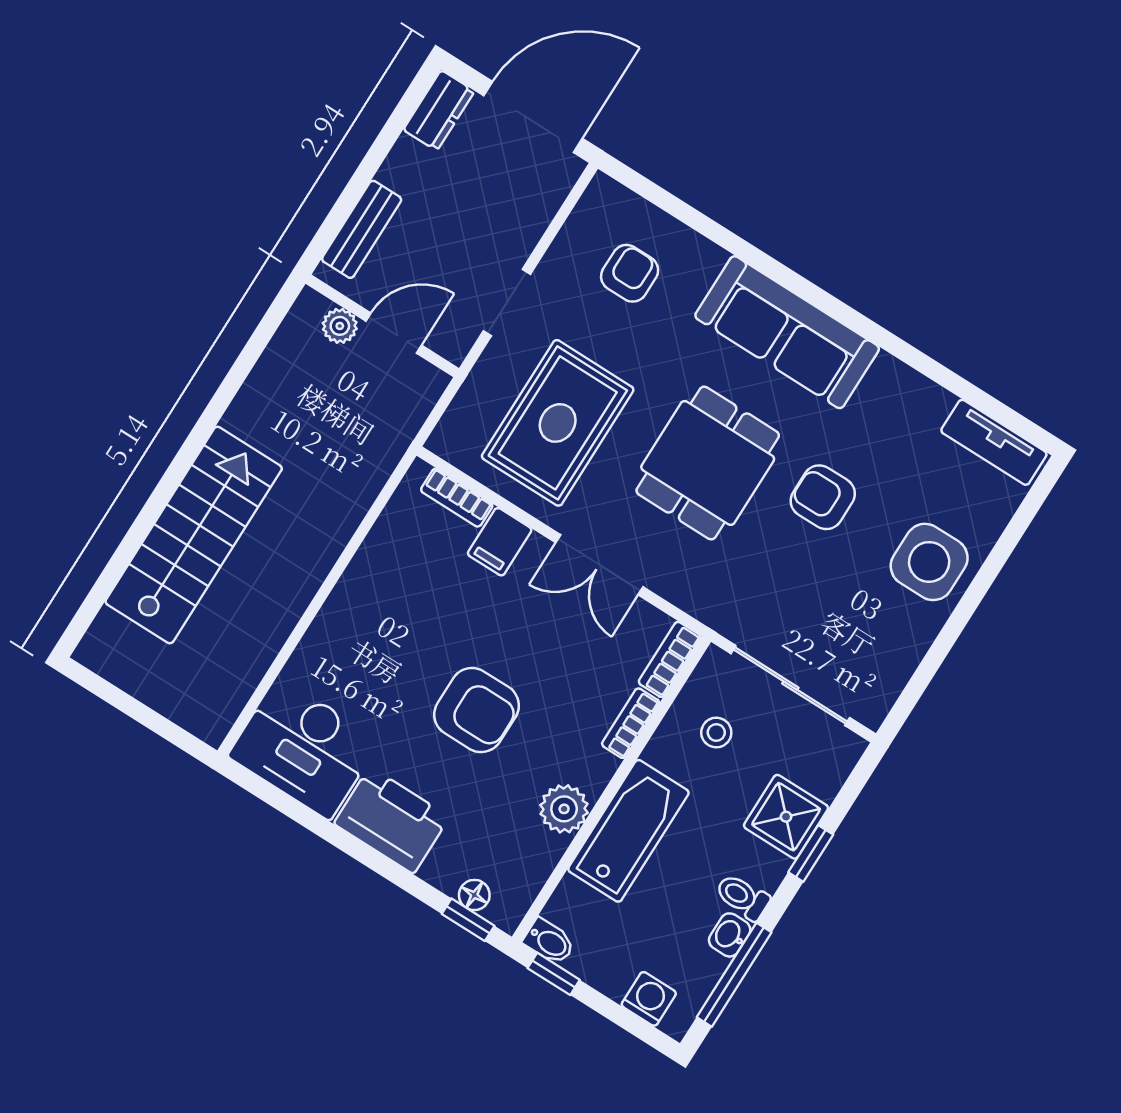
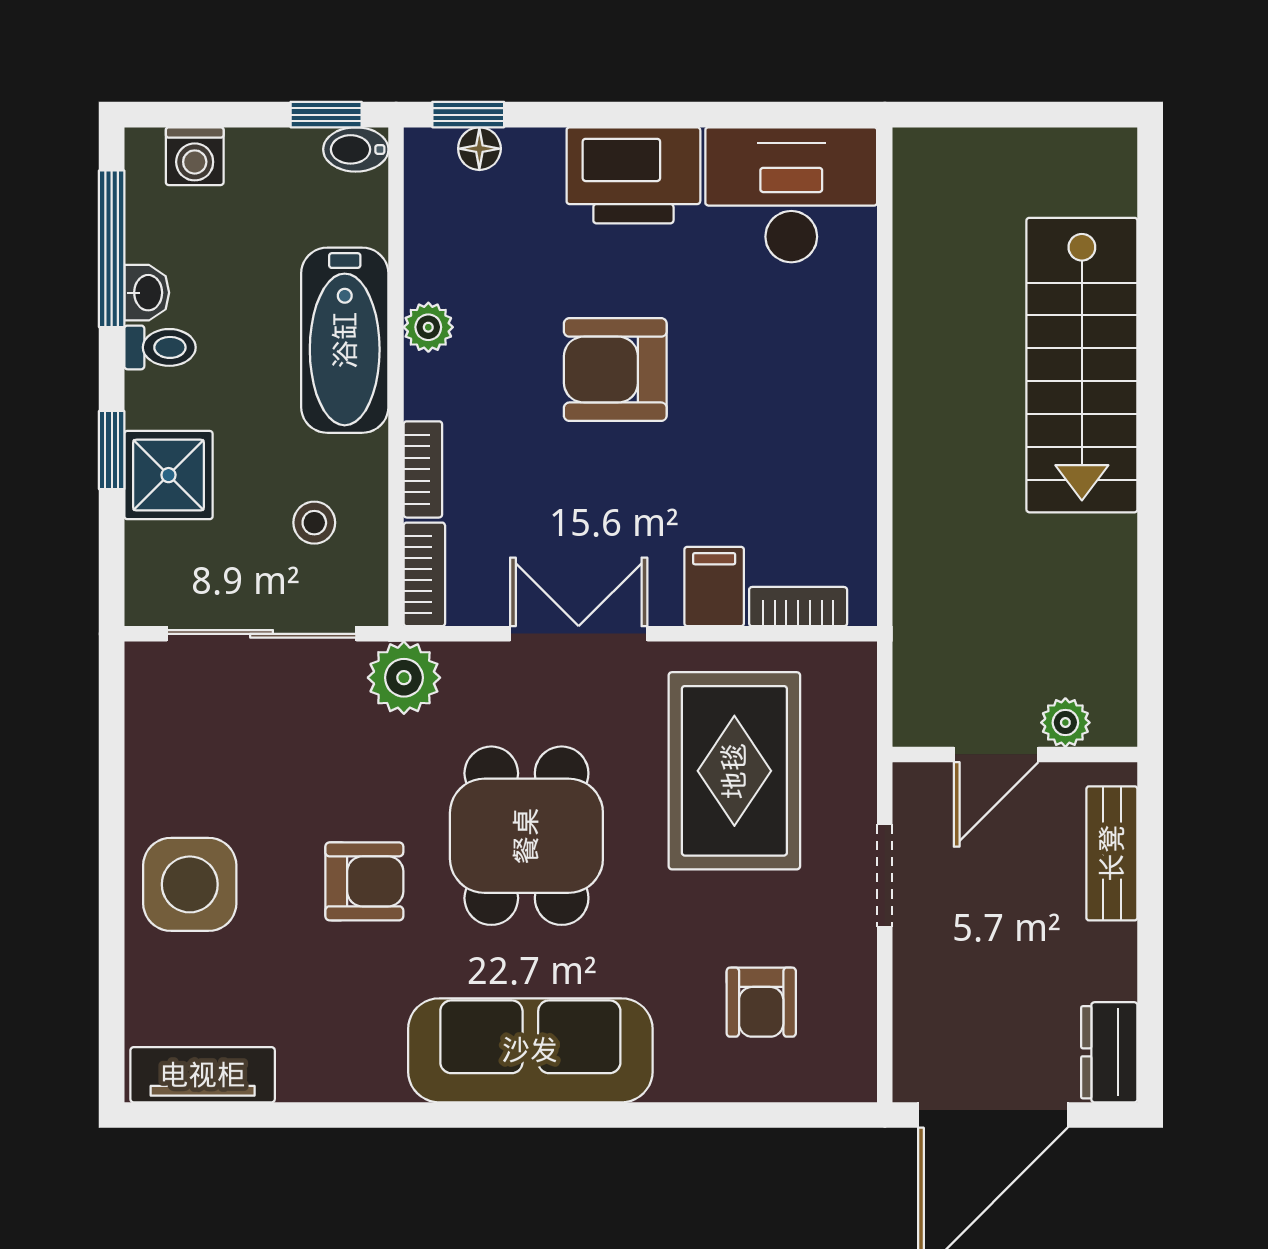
plant: (721, 605) -> (404, 678), added
plant: (564, 809) -> (428, 327), width x0.73, depth x0.73

